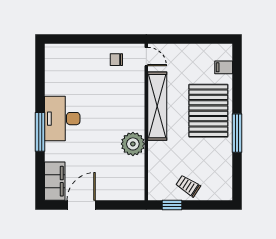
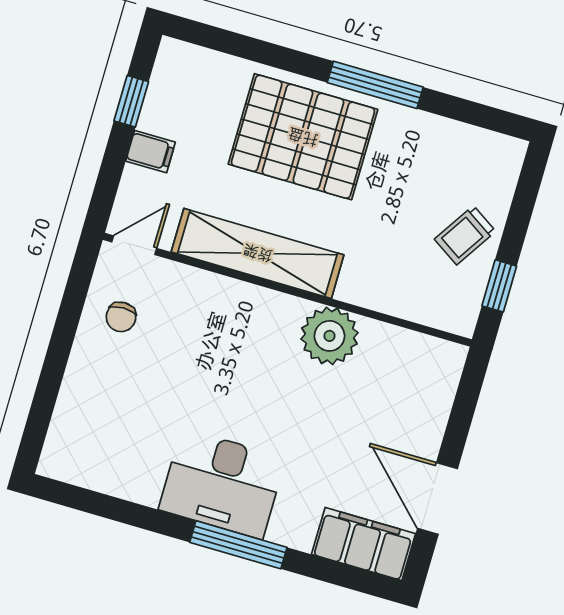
window: (203, 39) -> (131, 101), added
filing cabinet: (224, 67) -> (151, 152), moved, turned -90

